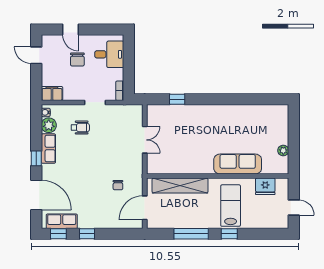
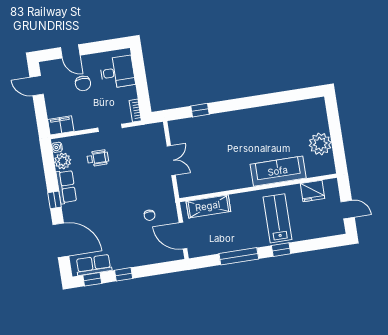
plant: (283, 151) -> (320, 144), width x1.88, depth x1.88
shelving: (180, 186) -> (208, 206), width x0.68
door: (145, 208) -> (183, 236), hinge flipped

